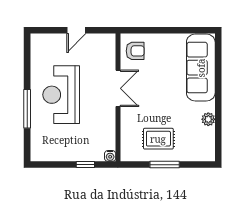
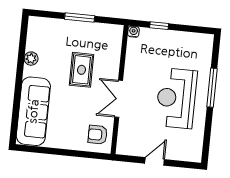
reception desk: (61, 95) -> (176, 98), turned 180
rug: (158, 139) -> (82, 70), moved, turned 90

